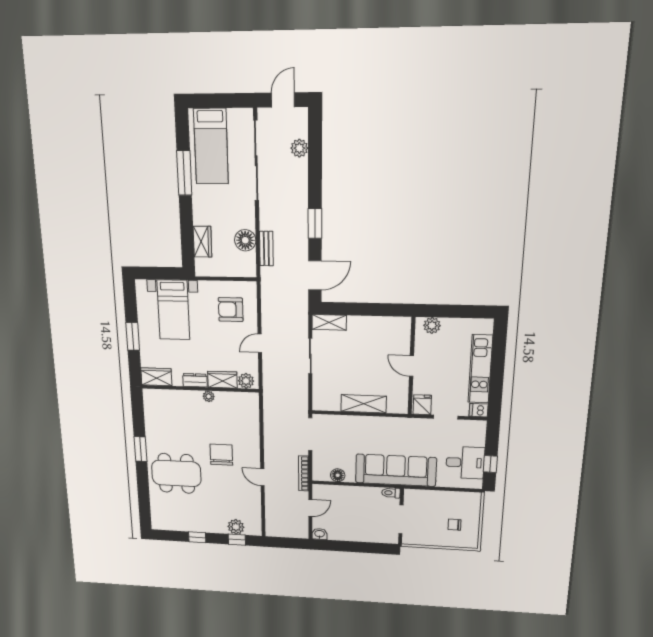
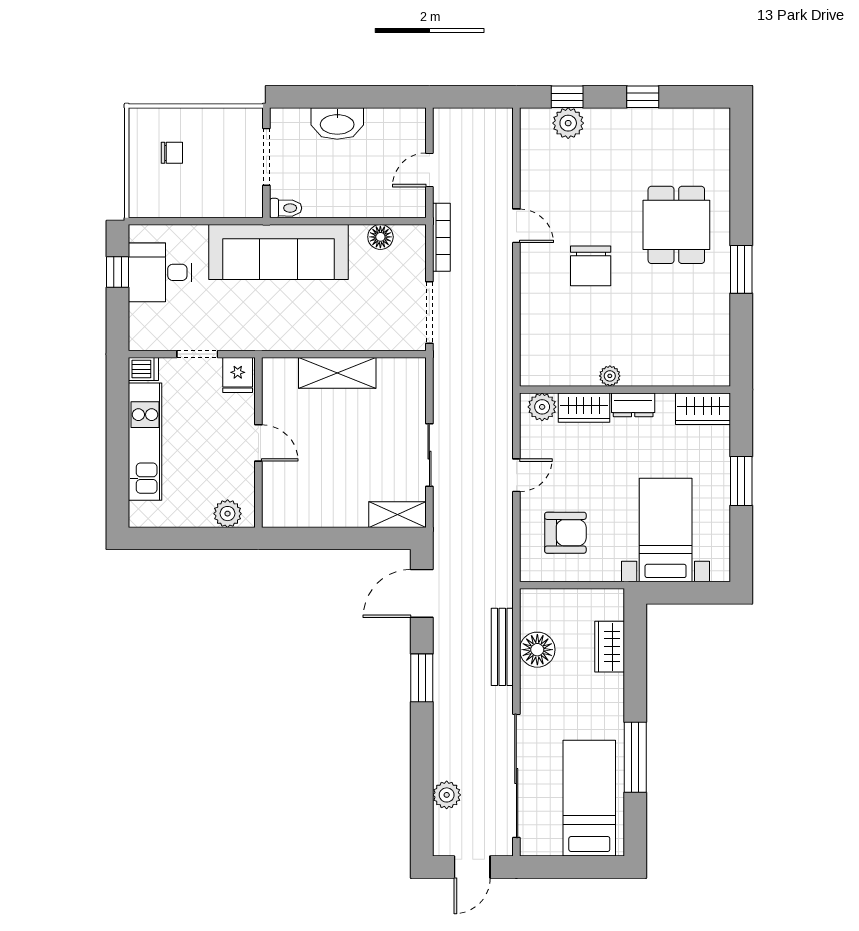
bench: (266, 249) -> (502, 647), width x1.36
dining table: (176, 473) -> (676, 225), width x0.73
washbasin: (320, 534) -> (337, 123), moved, width x1.91, depth x1.45

